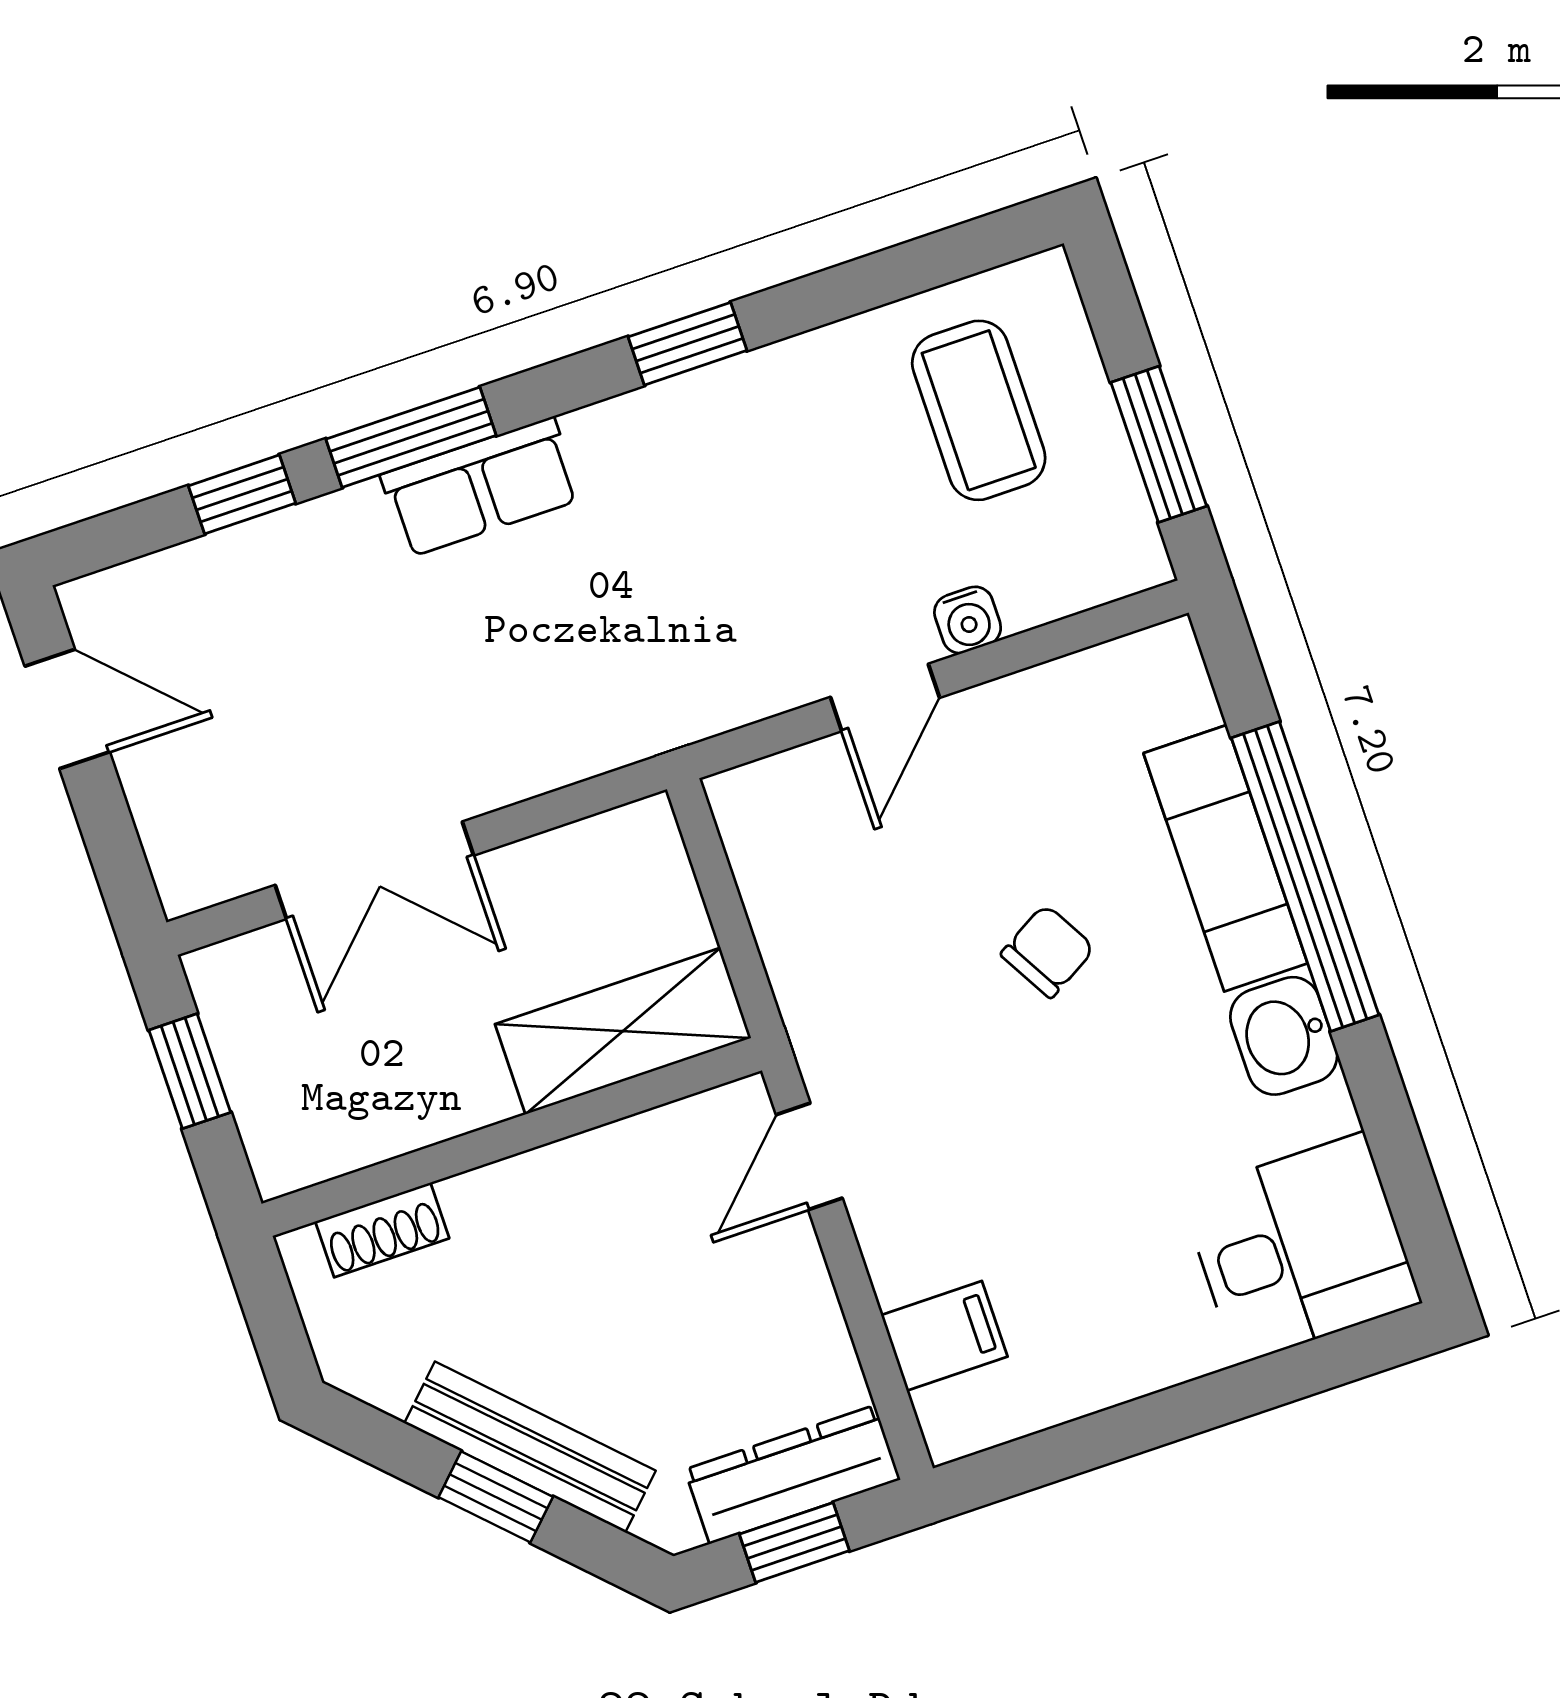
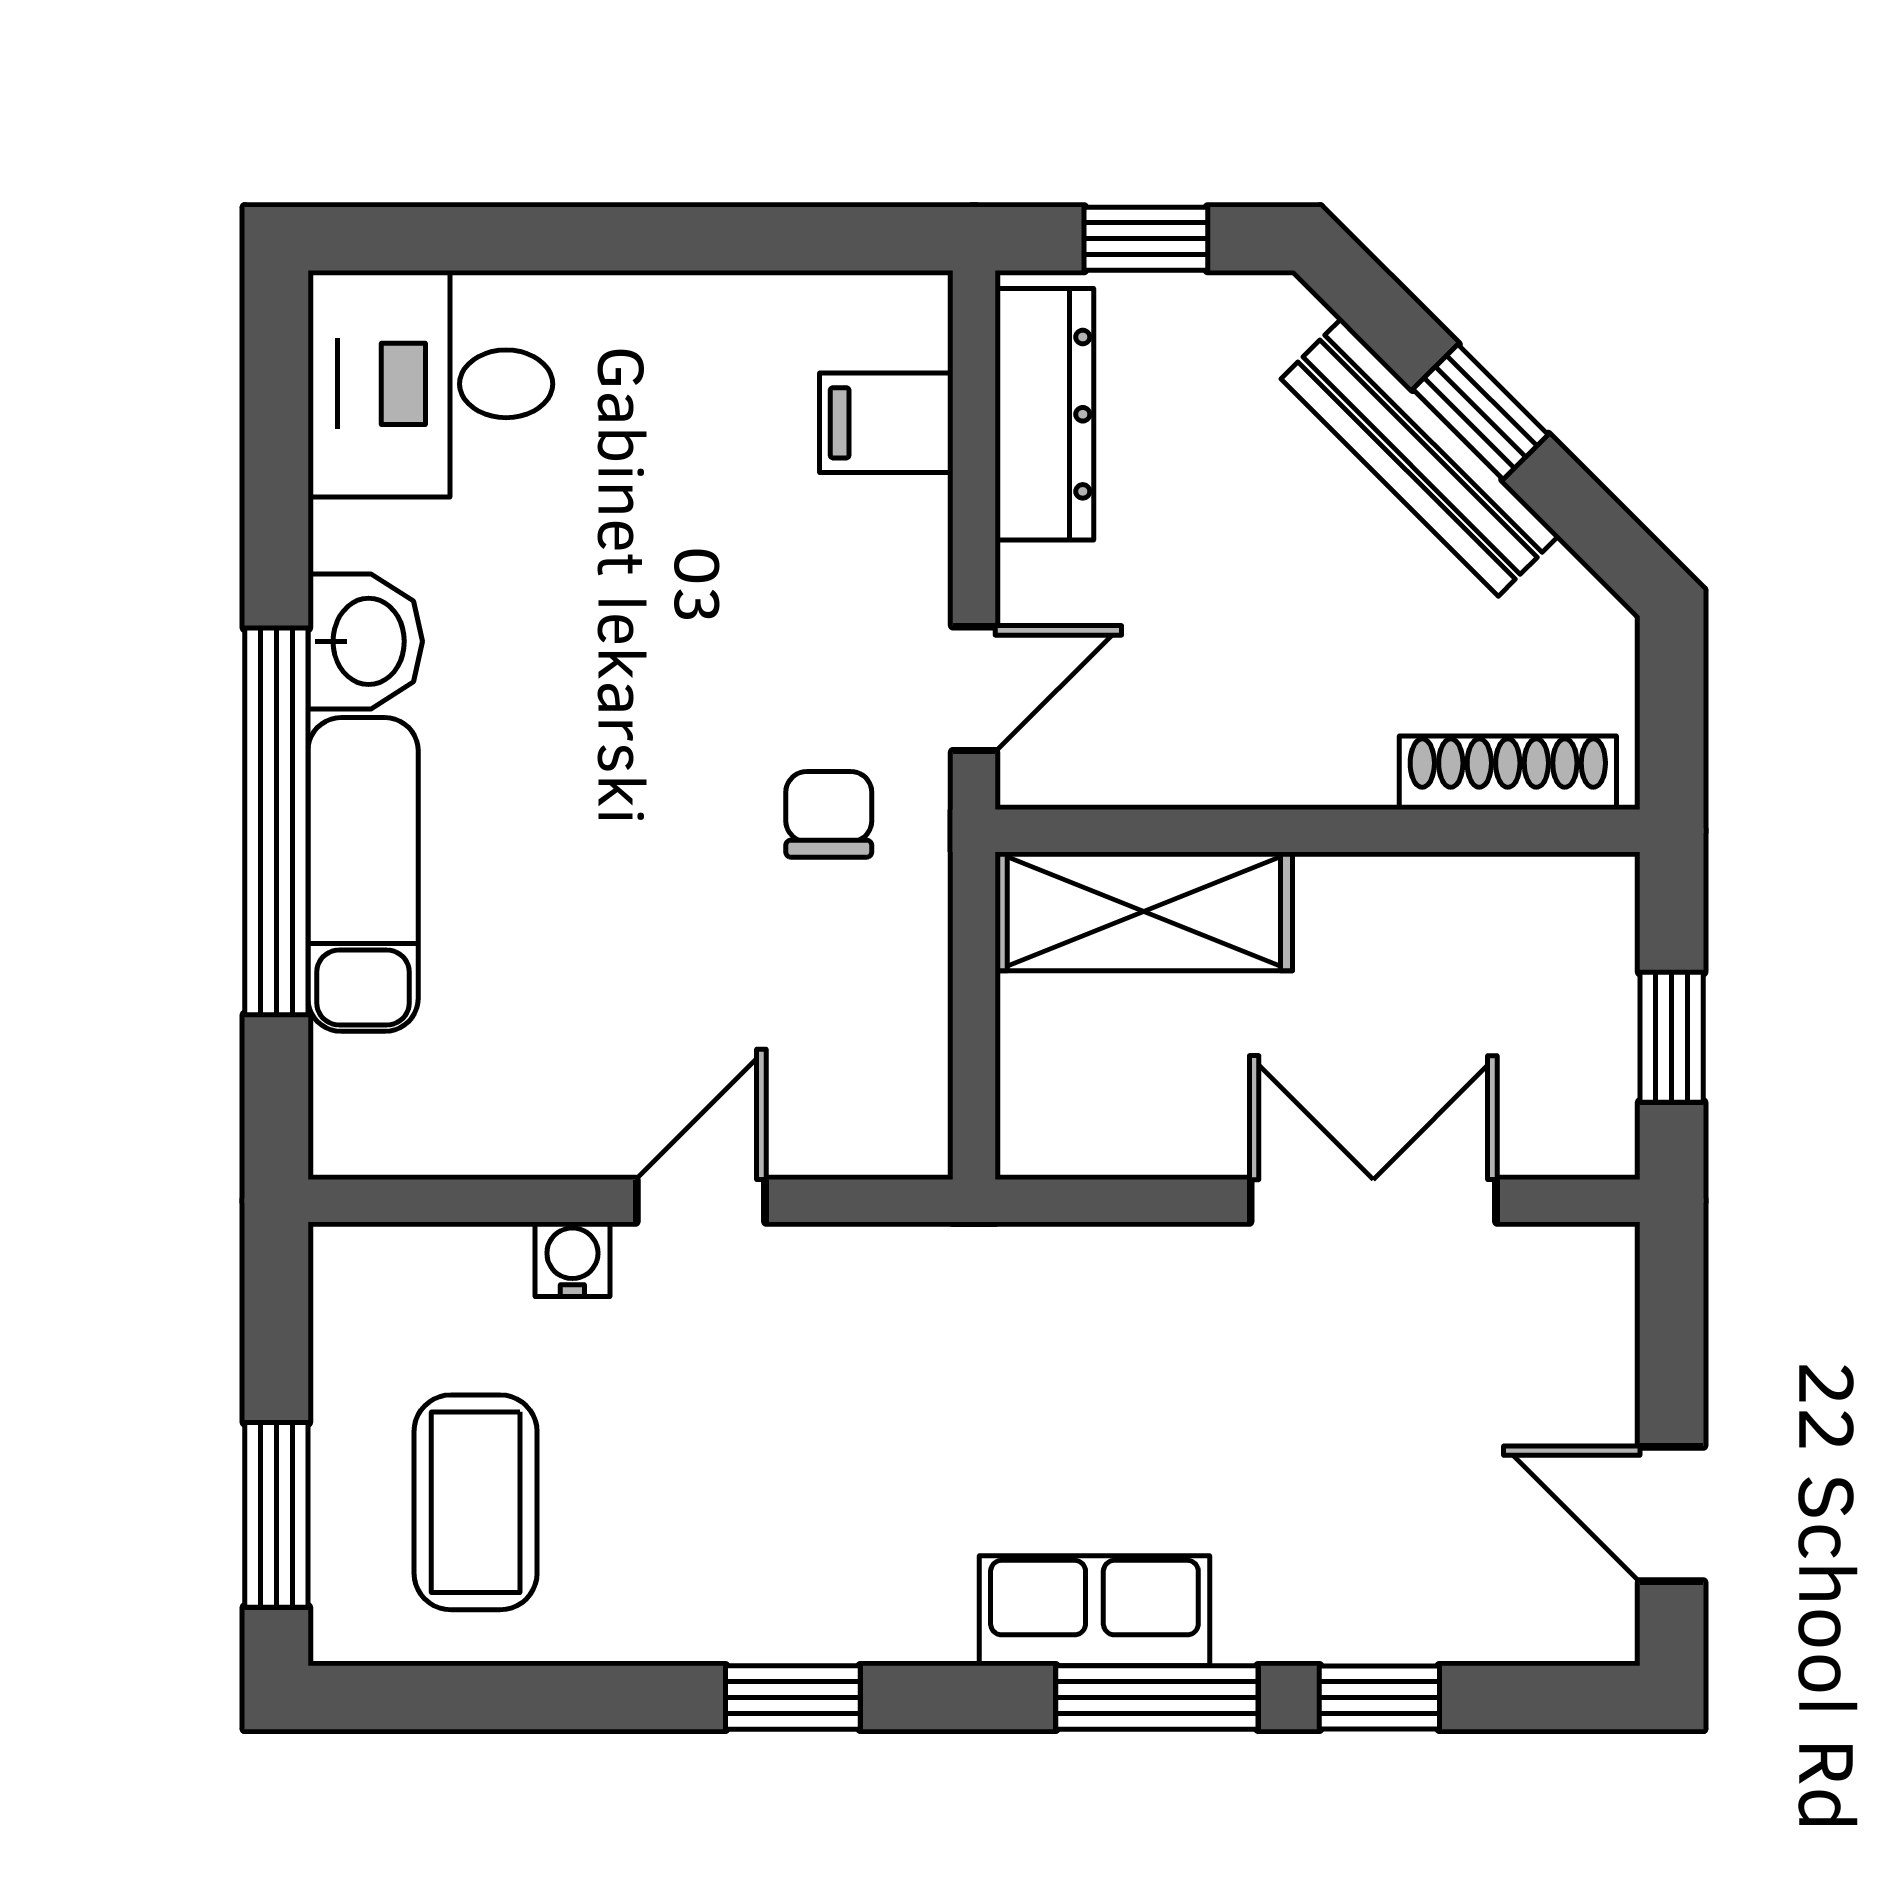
window: (1159, 444) -> (276, 1515), moved
chair: (1048, 951) -> (829, 814), moved, turned 120
shoe rack: (382, 1230) -> (1508, 773), width x1.43
dresser: (792, 1475) -> (1044, 414), moved, turned -90

